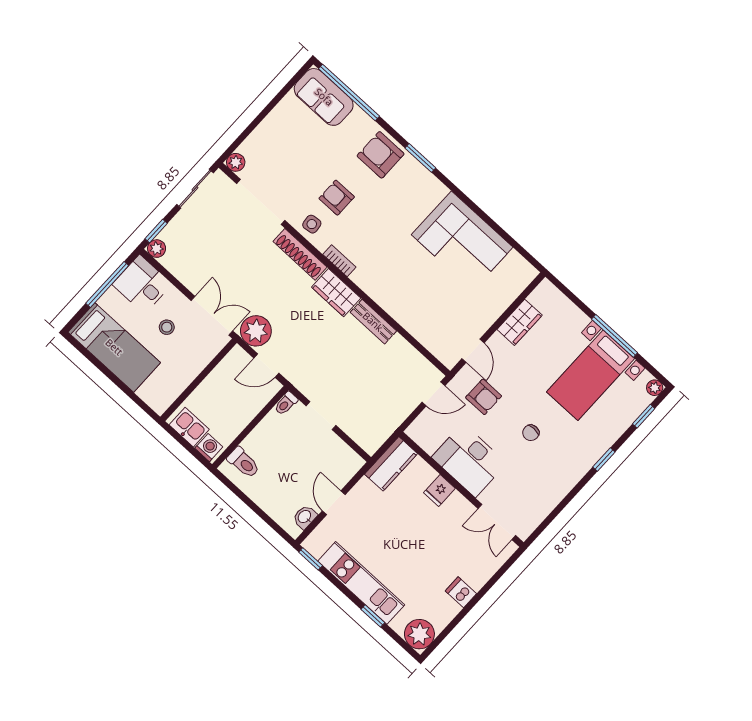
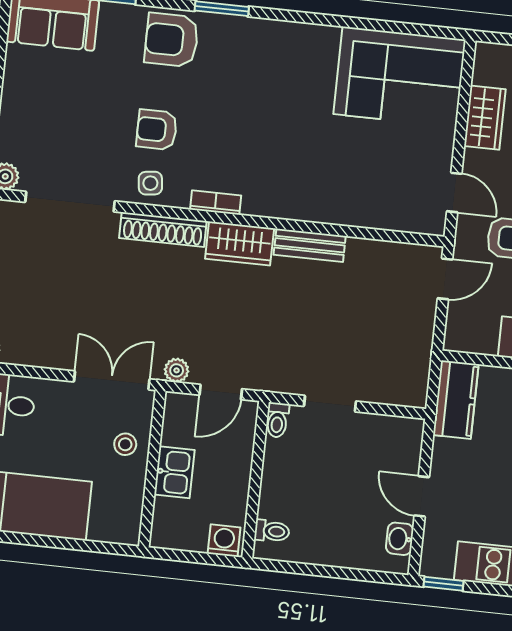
corner sofa: (462, 241) -> (400, 77), moved
stool: (167, 327) -> (125, 444), moved
plant: (256, 331) -> (177, 370), width x0.53, depth x0.53
kitchen sink: (189, 427) -> (174, 472), moved, turned 90
toilet: (244, 463) -> (272, 531), width x0.73, depth x0.72

